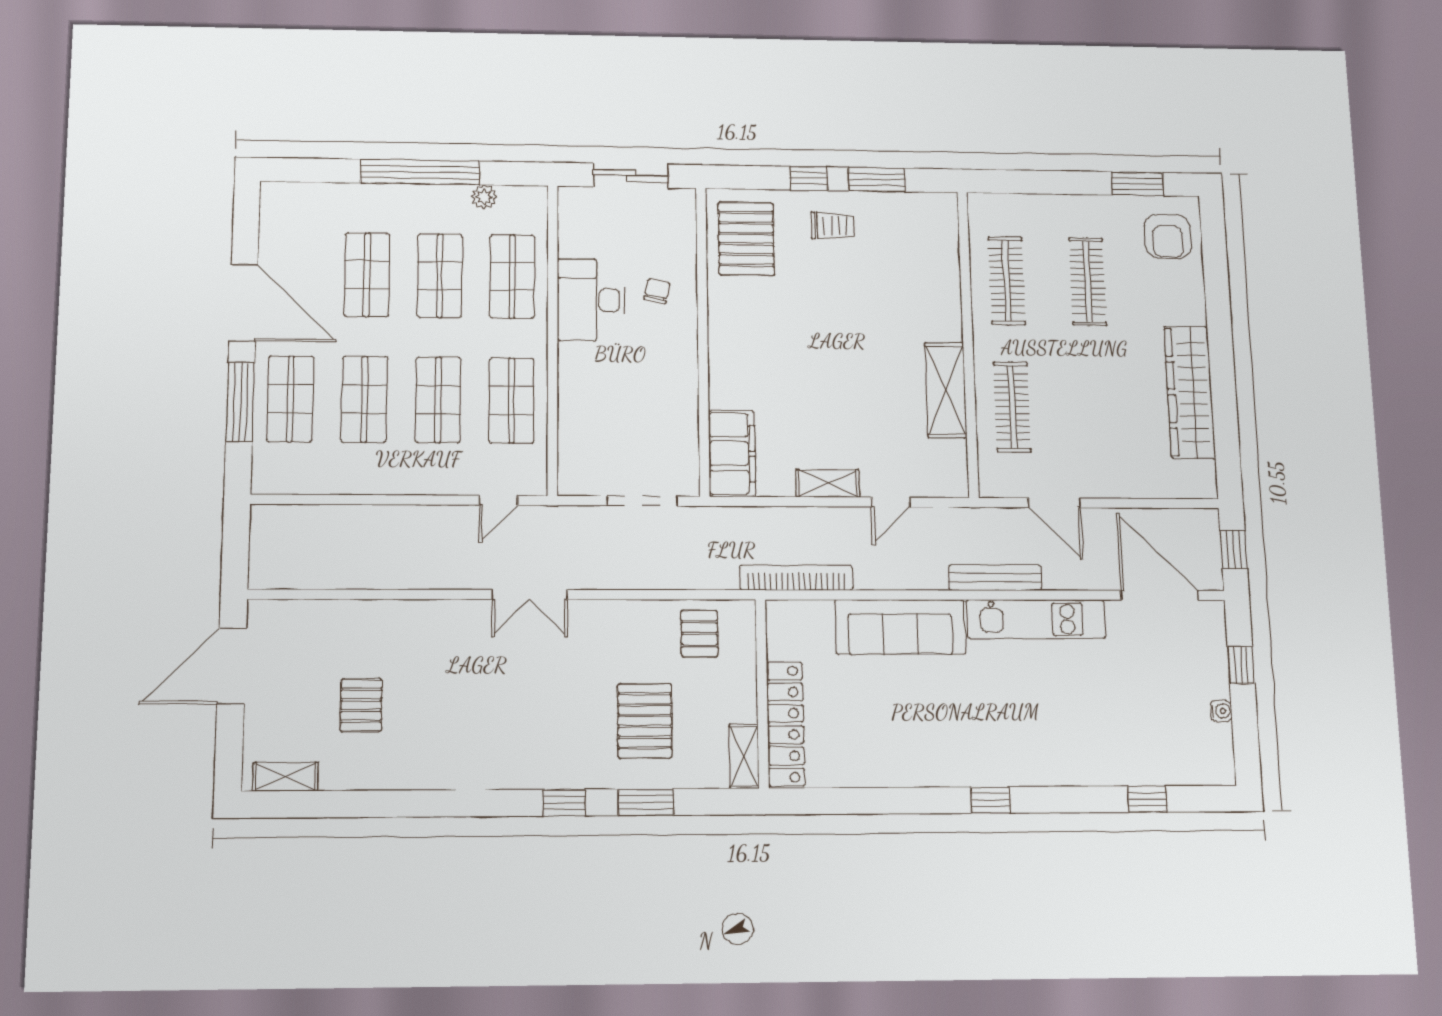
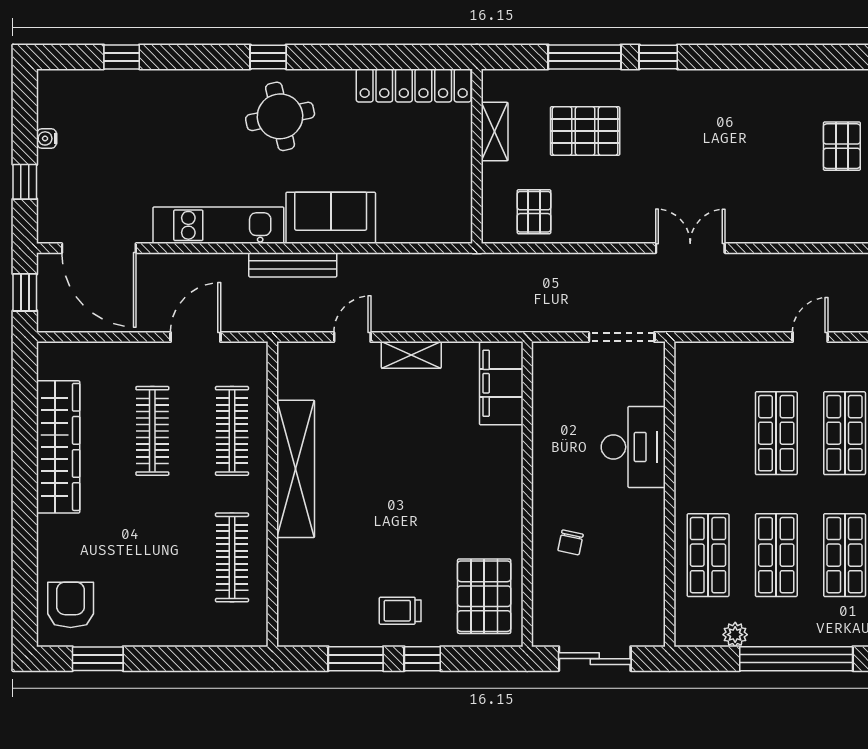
clothes rail: (1088, 282) -> (152, 431), moved
desk: (591, 300) -> (633, 447), moved
shelving: (946, 390) -> (296, 469), width x1.47
shop shelf: (511, 400) -> (708, 433), removed
door: (498, 500) -> (810, 337), moved
doorway: (642, 501) -> (622, 337), moved
door: (1054, 503) -> (196, 337), hinge flipped
bookcase: (796, 578) -> (443, 265), removed
bench: (995, 578) -> (293, 265), moved
sofa: (900, 627) -> (331, 218), width x0.73
pallet: (645, 721) -> (585, 131), turned 90
locker: (786, 724) -> (414, 85), moved, turned -90
round table: (975, 735) -> (280, 116), added
shelving: (744, 756) -> (495, 132), moved
window: (646, 802) -> (585, 57), width x1.44

